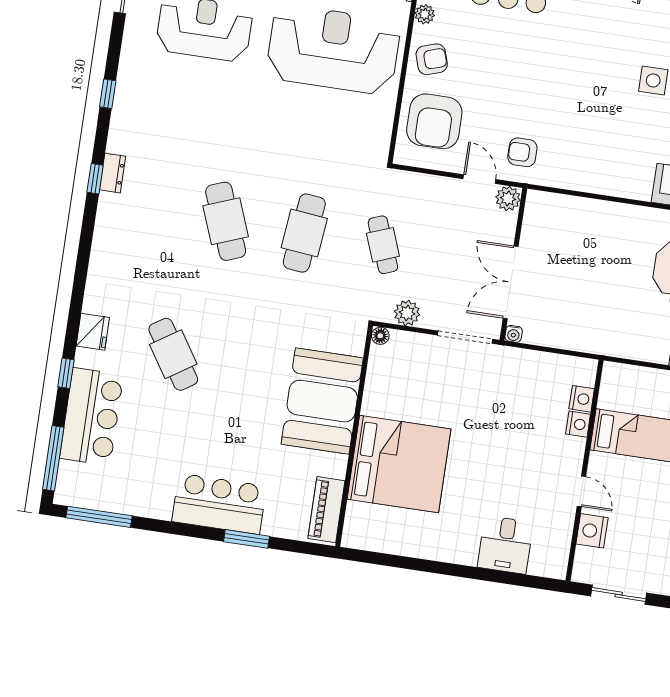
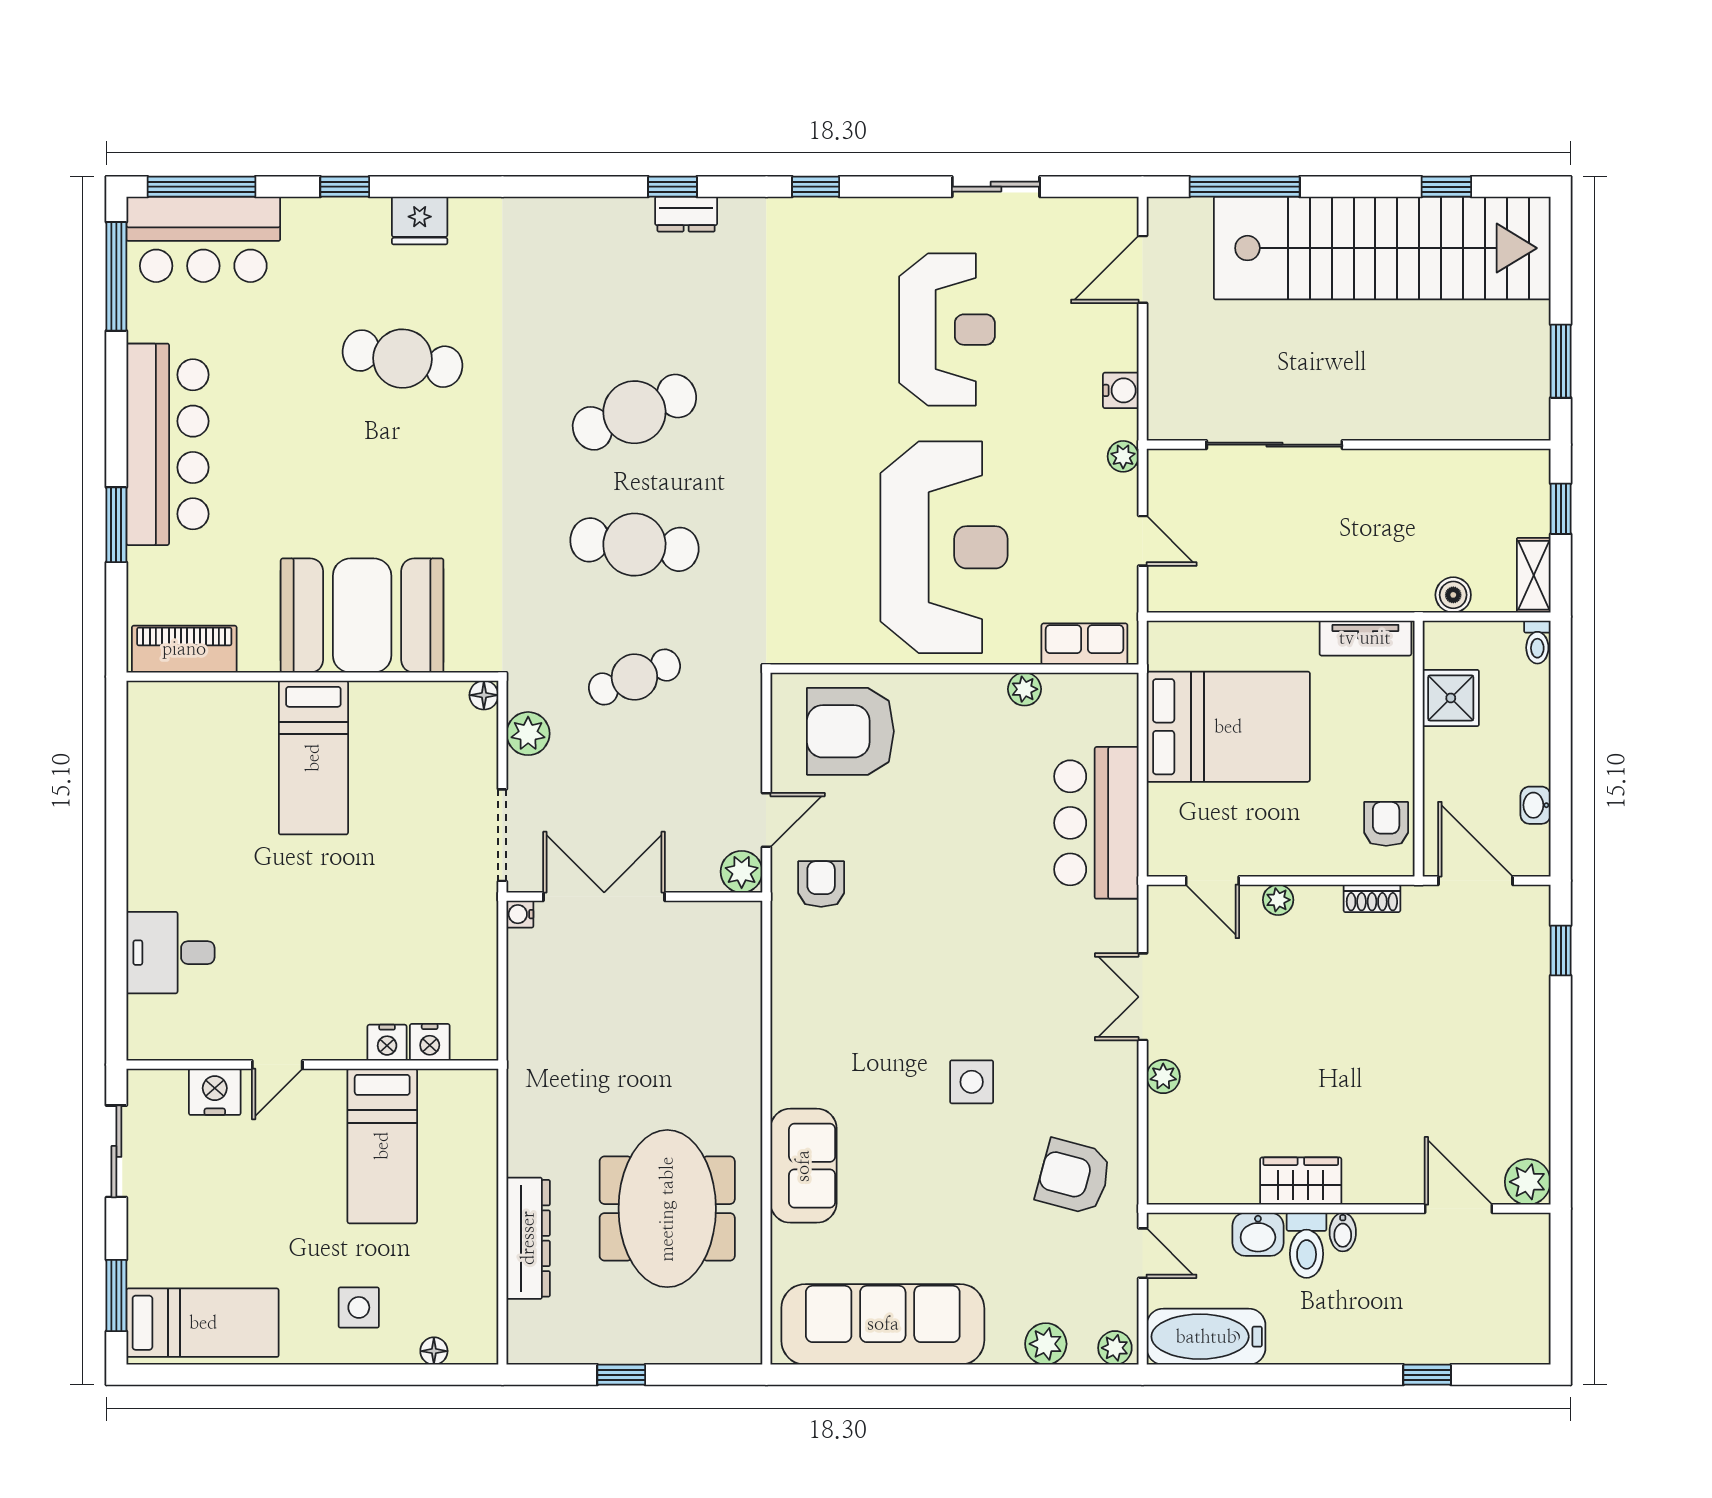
armchair: (432, 59) -> (952, 712), removed
cafe table: (173, 354) -> (403, 359), turned 44
bar counter: (91, 417) -> (203, 239), moved
bed: (399, 464) -> (313, 758), width x0.49
bar counter: (219, 504) -> (167, 444), width x1.36

